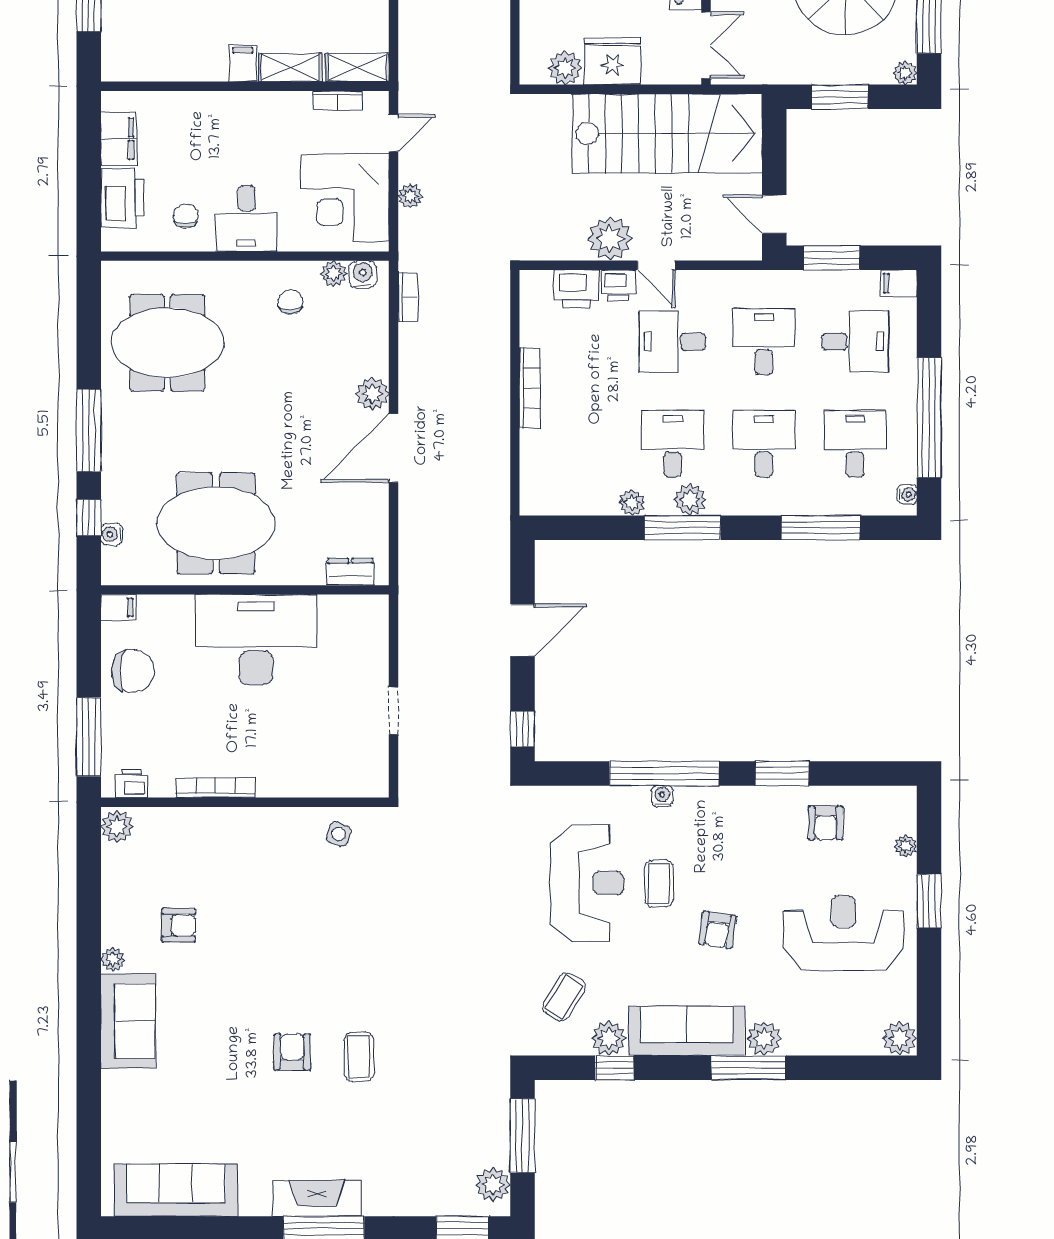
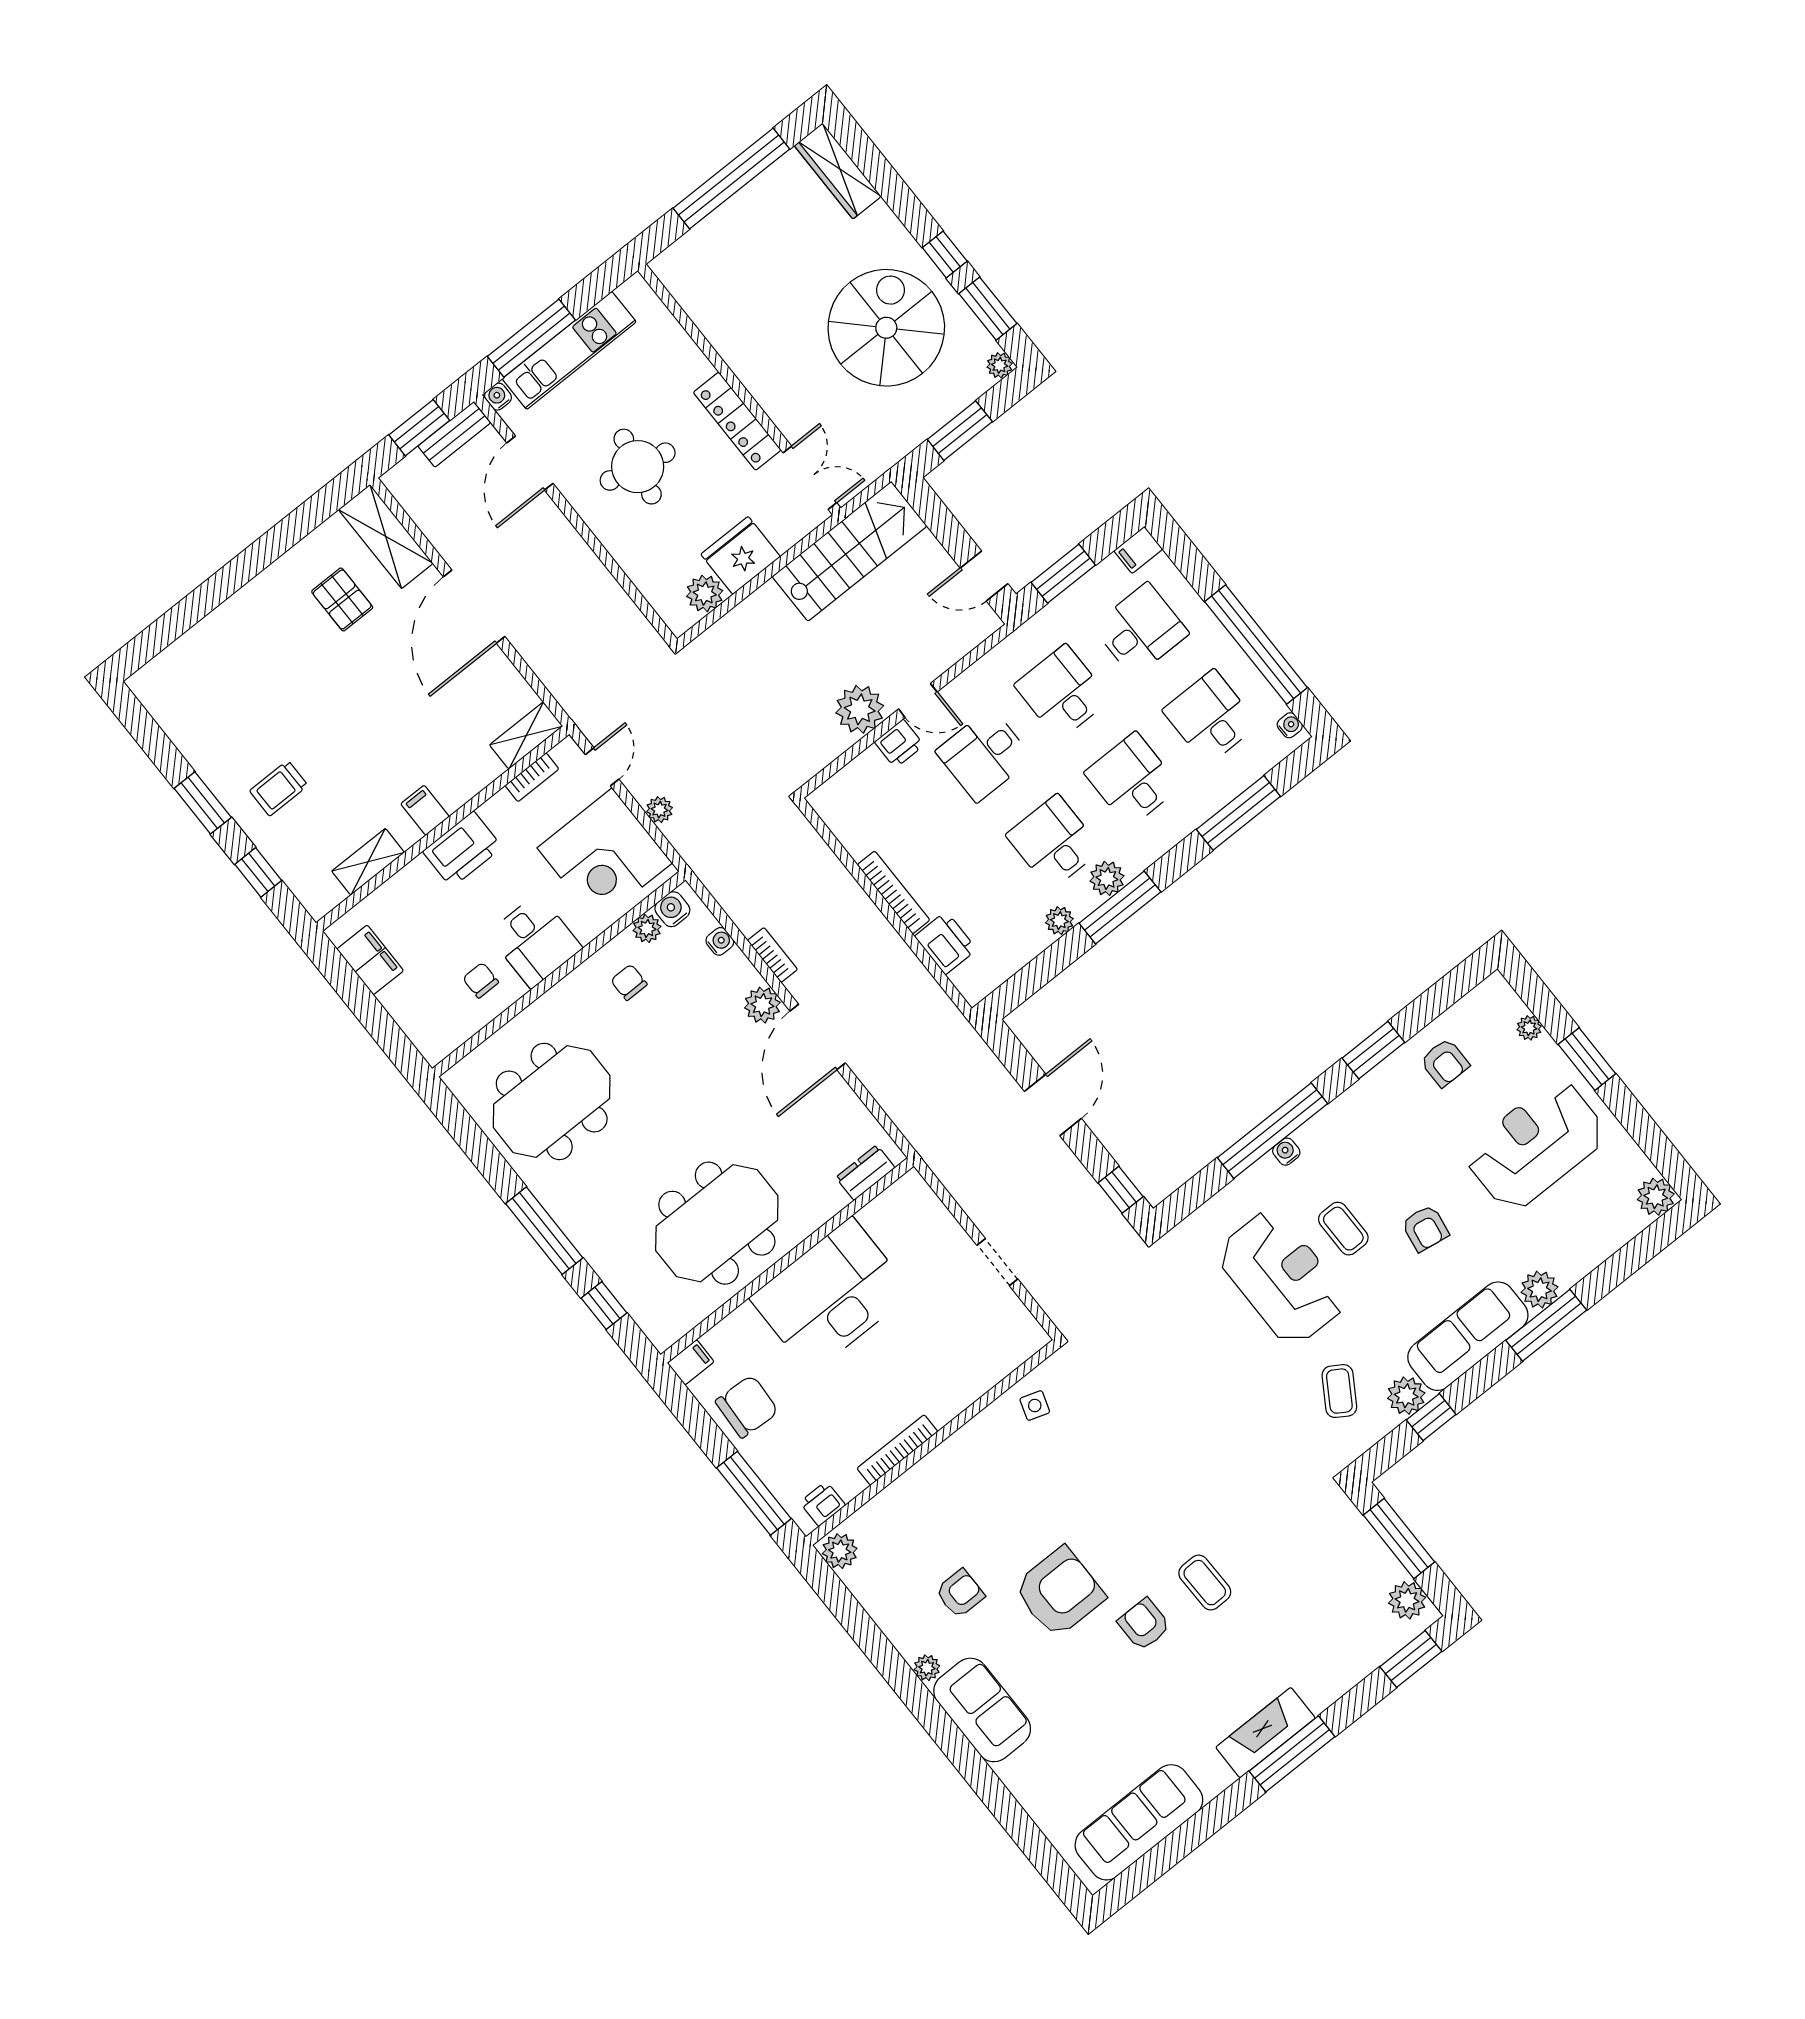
shelving: (290, 68) -> (368, 862), moved
stairs: (667, 133) -> (850, 551), width x0.73, depth x0.66
printer: (122, 198) -> (462, 849), moved, turned 90
printer: (576, 289) -> (946, 943), moved, turned -90
bookcase: (408, 297) -> (772, 955), moved
water cooler: (112, 534) -> (720, 941), moved, turned 180
armchair: (250, 981) -> (1059, 1592), added

